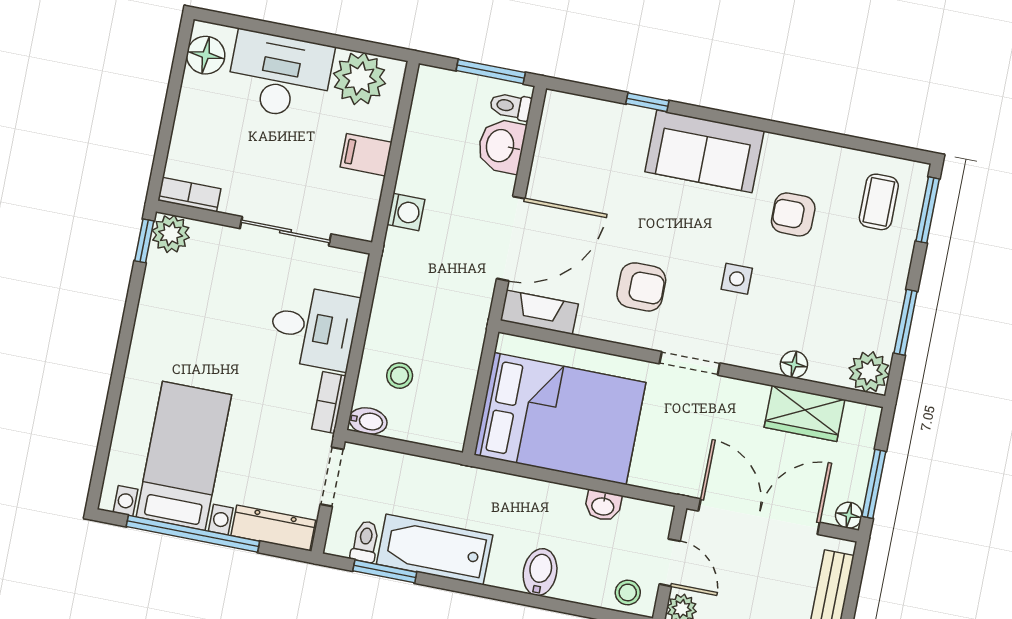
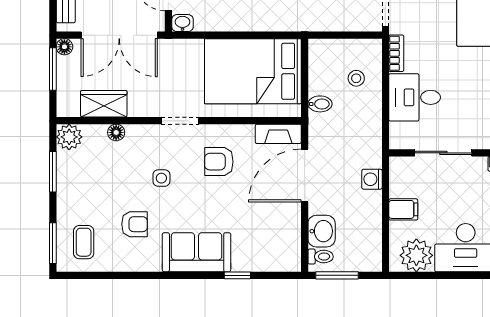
bidet: (368, 421) -> (320, 104), moved, turned 180
washbasin: (603, 506) -> (182, 23), moved

